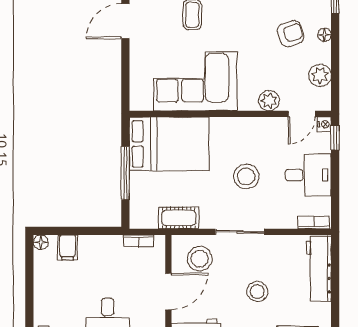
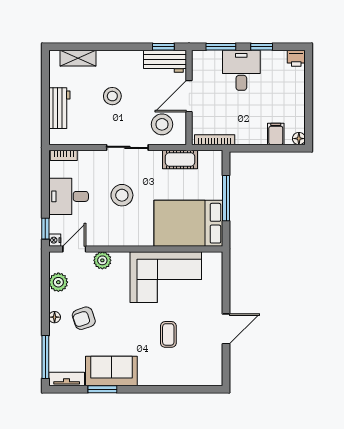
bookcase: (138, 241) -> (215, 140), width x1.56
workbench: (319, 269) -> (59, 108), width x0.73

